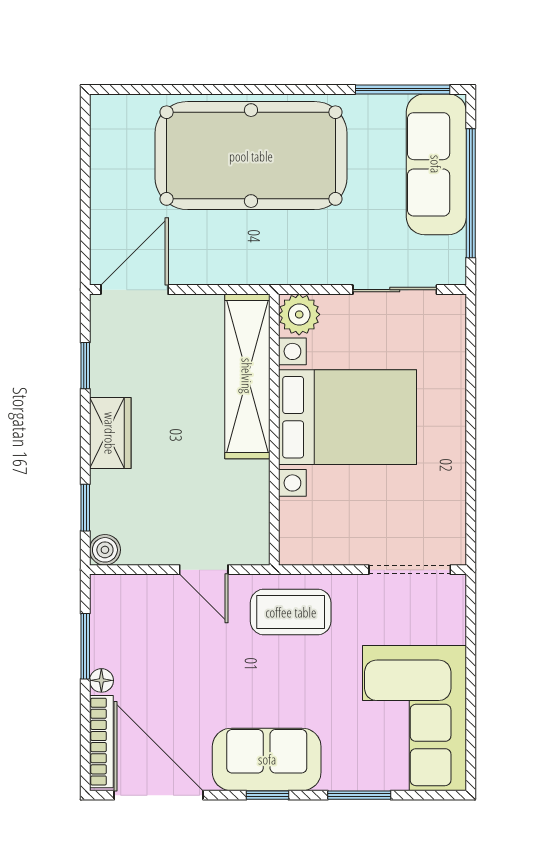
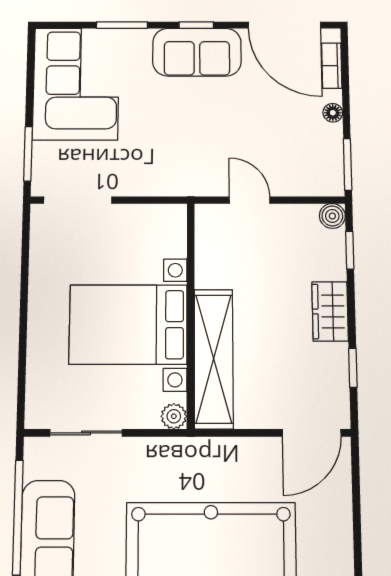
plant: (299, 314) -> (174, 416), width x0.73, depth x0.73
coffee table: (291, 612) -> (177, 166), removed
window: (471, 628) -> (28, 154), added
window: (85, 646) -> (348, 164), moved
bookcase: (101, 742) -> (332, 66), width x0.64

